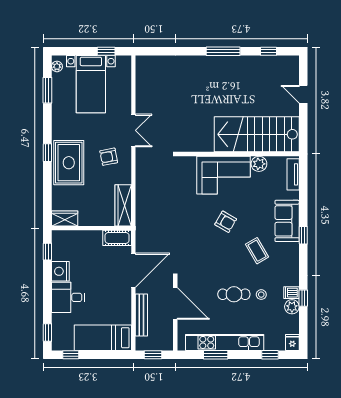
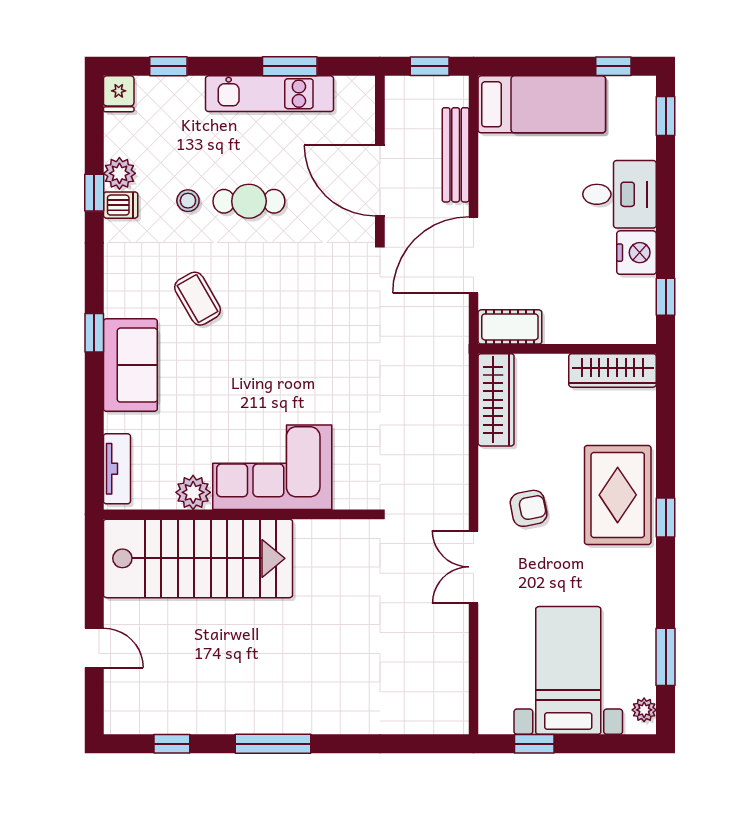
wardrobe: (65, 218) -> (613, 370), width x1.50
armchair: (226, 222) -> (267, 363), removed
kitchen unit: (225, 342) -> (270, 94), width x0.73

